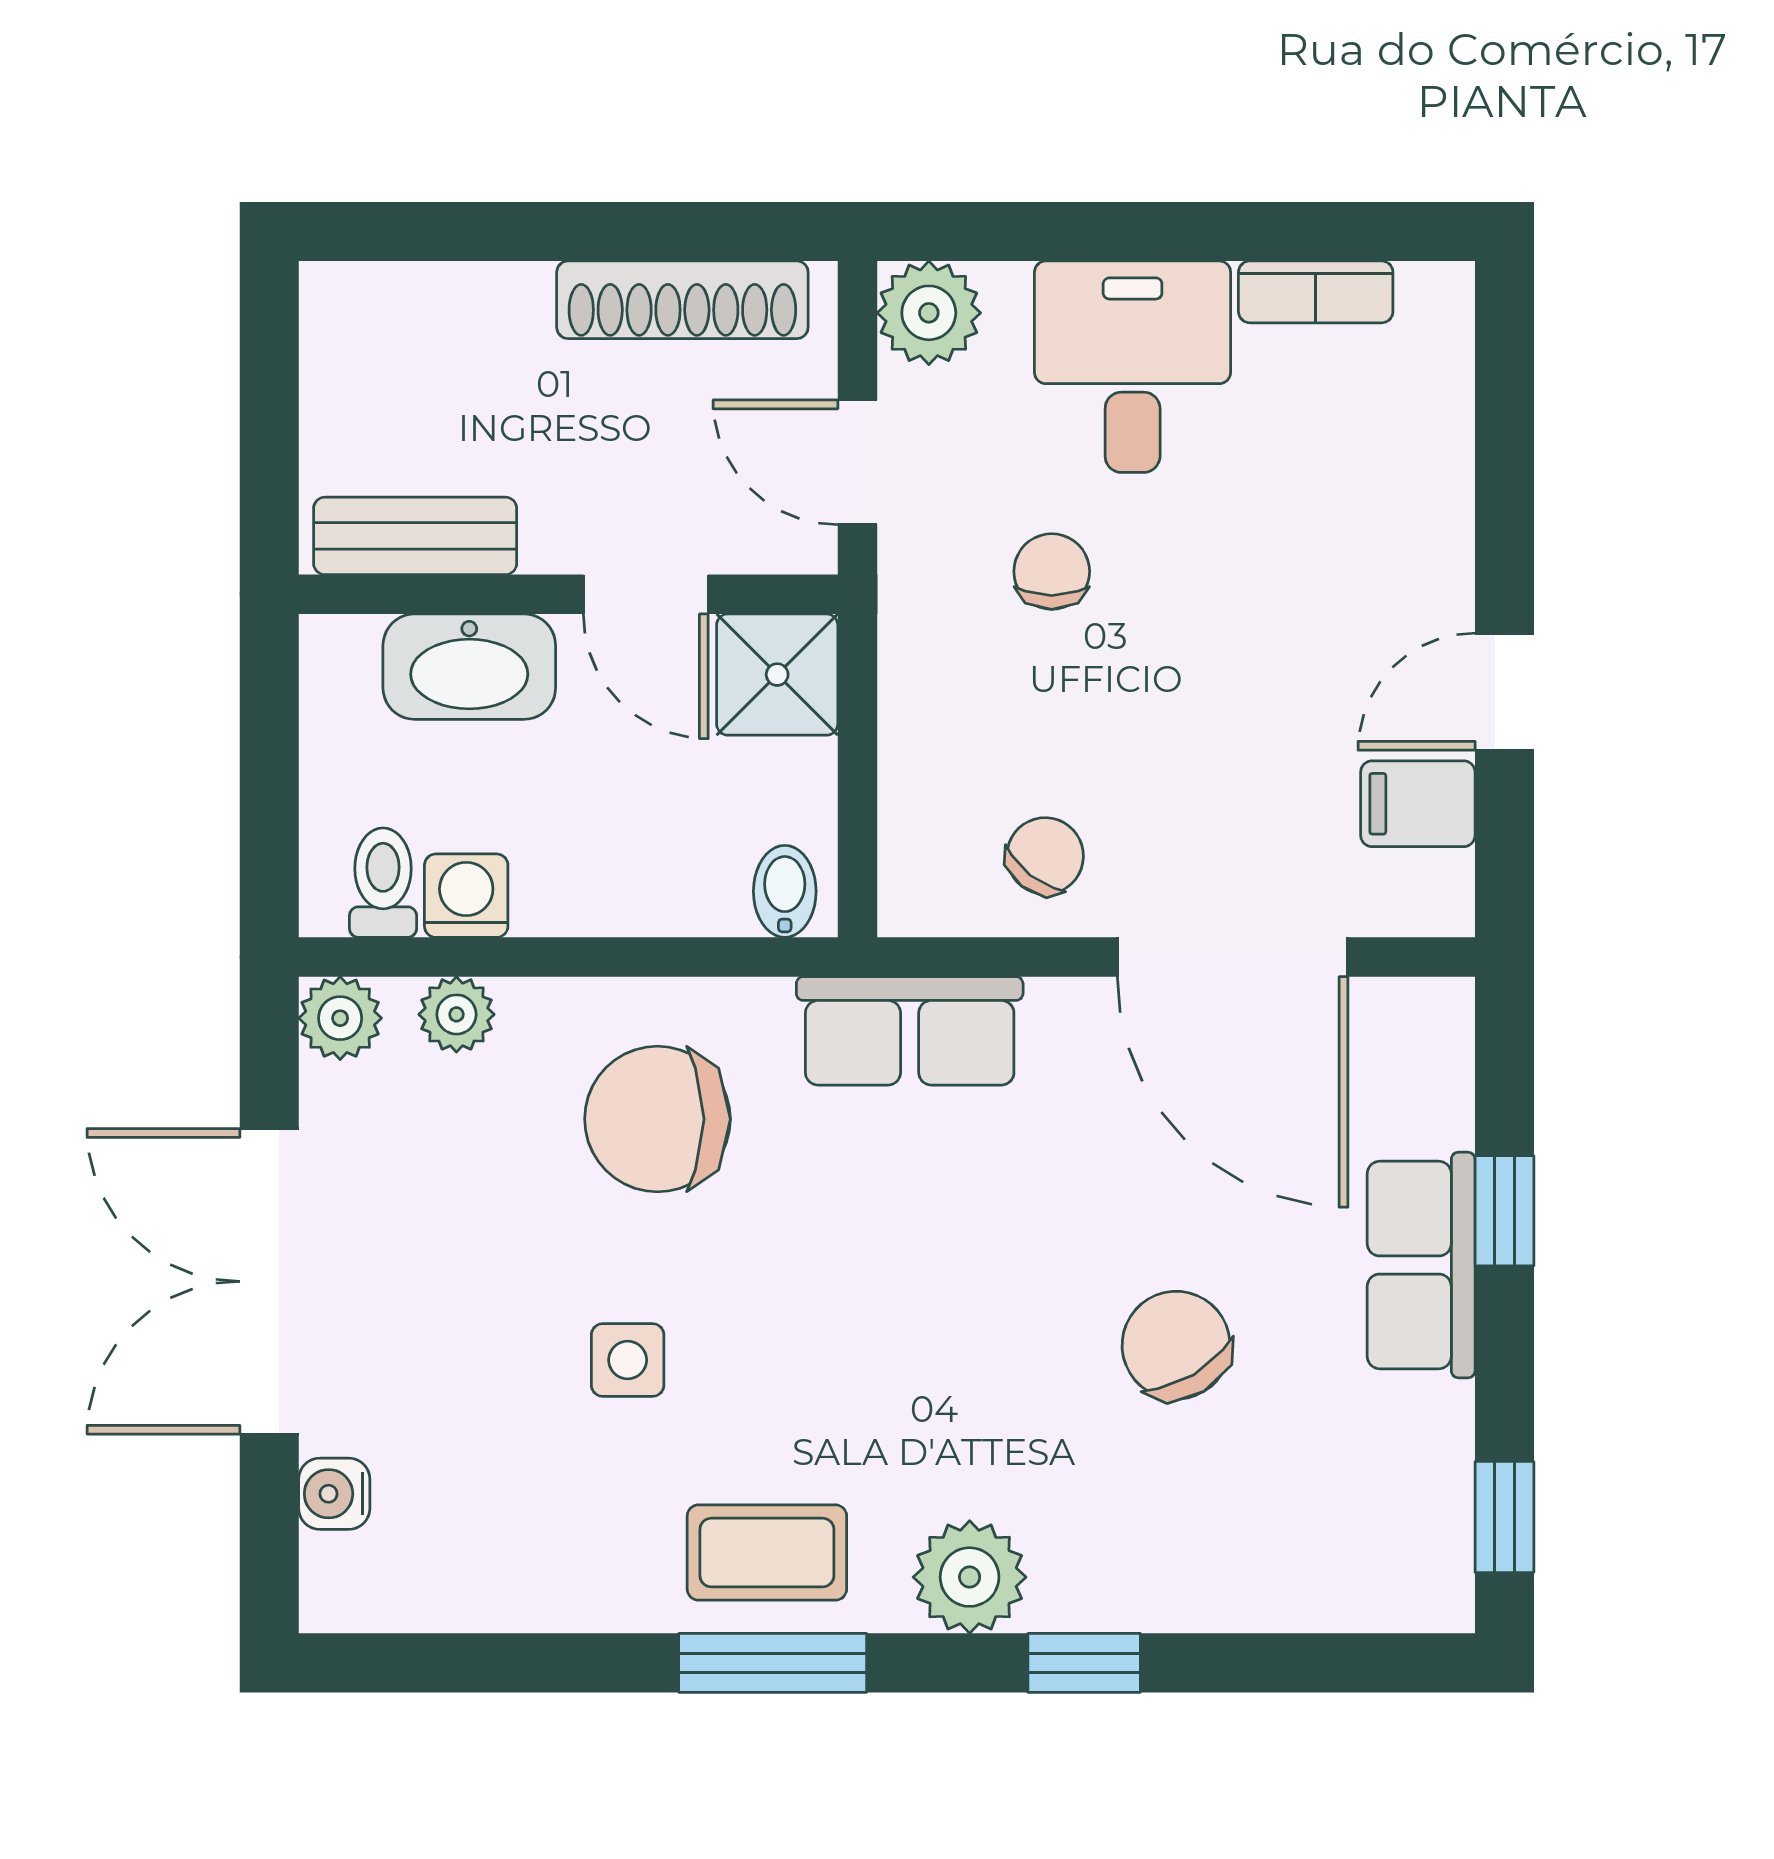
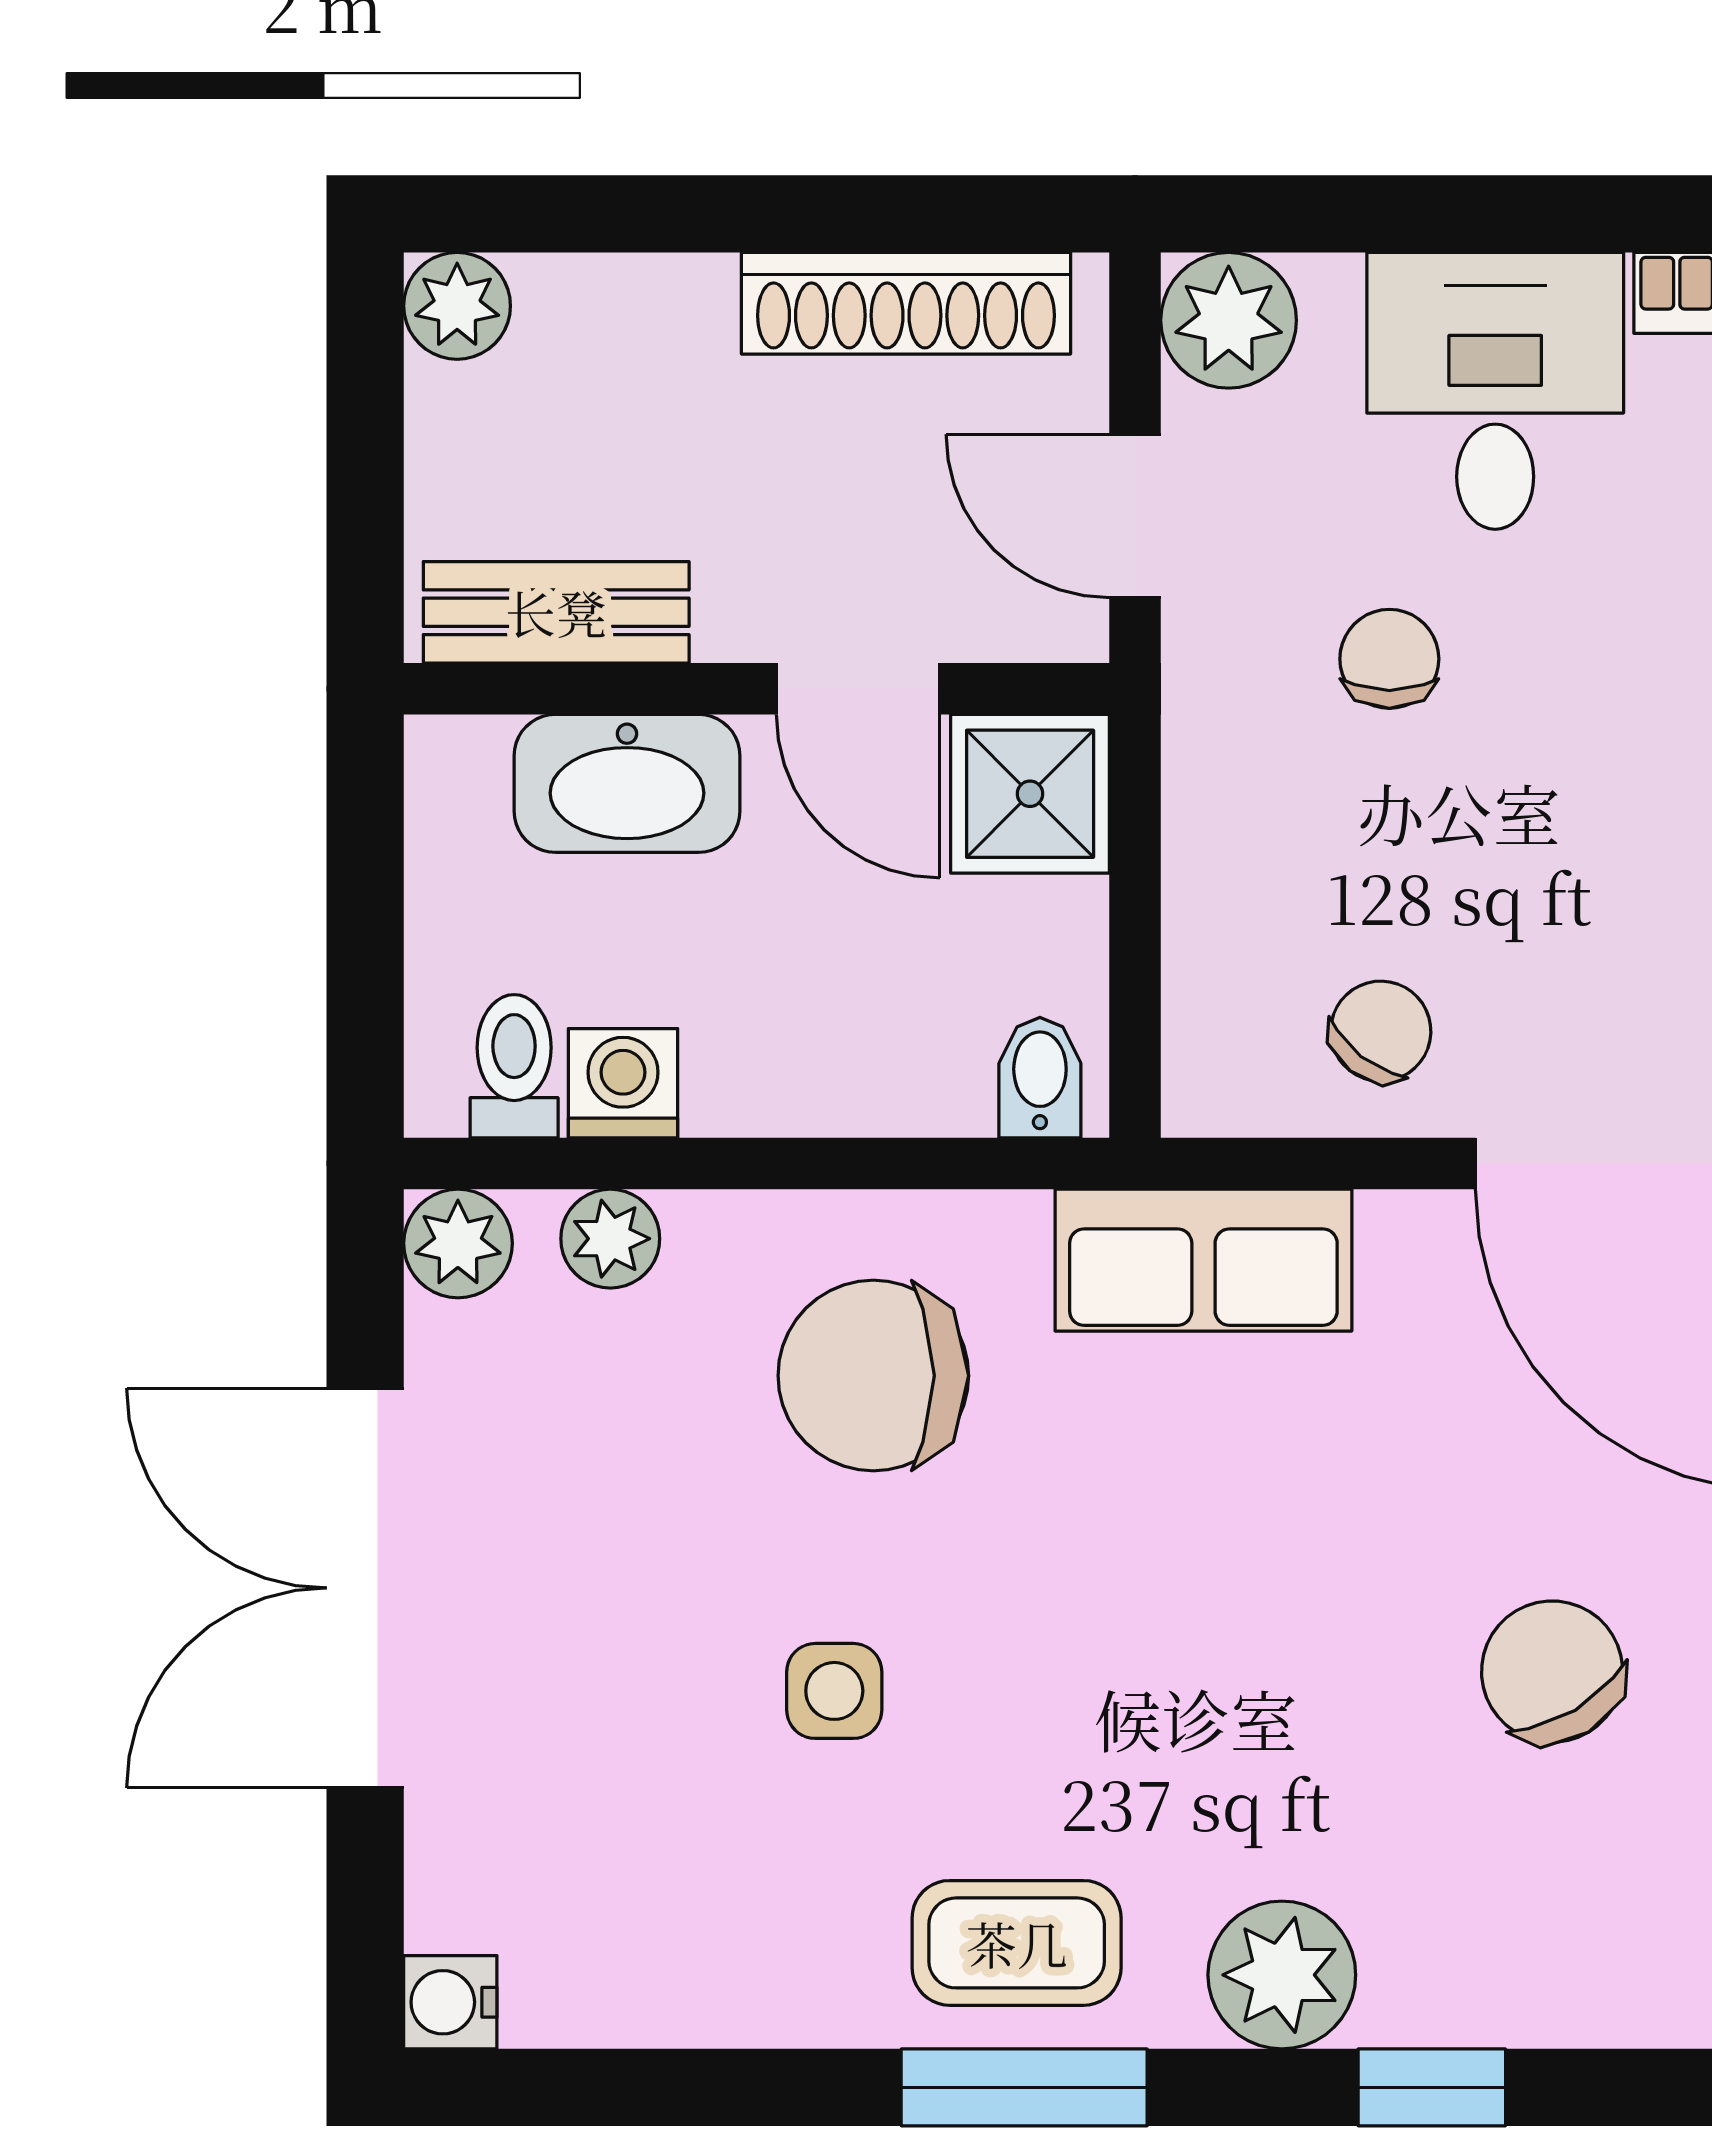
plant: (339, 302) -> (457, 306), added
water cooler: (334, 1494) -> (450, 2002), moved

